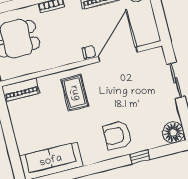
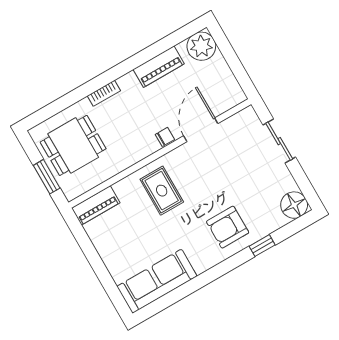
door: (118, 54) -> (201, 130), width x0.73

